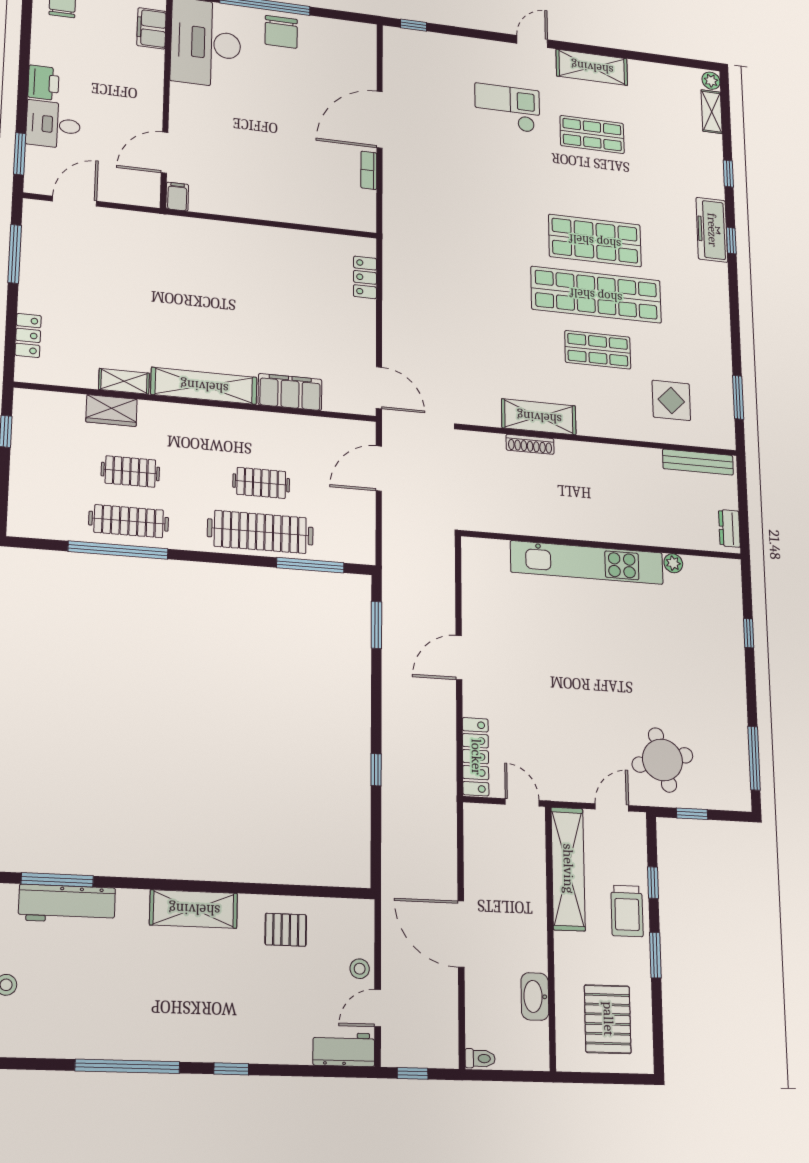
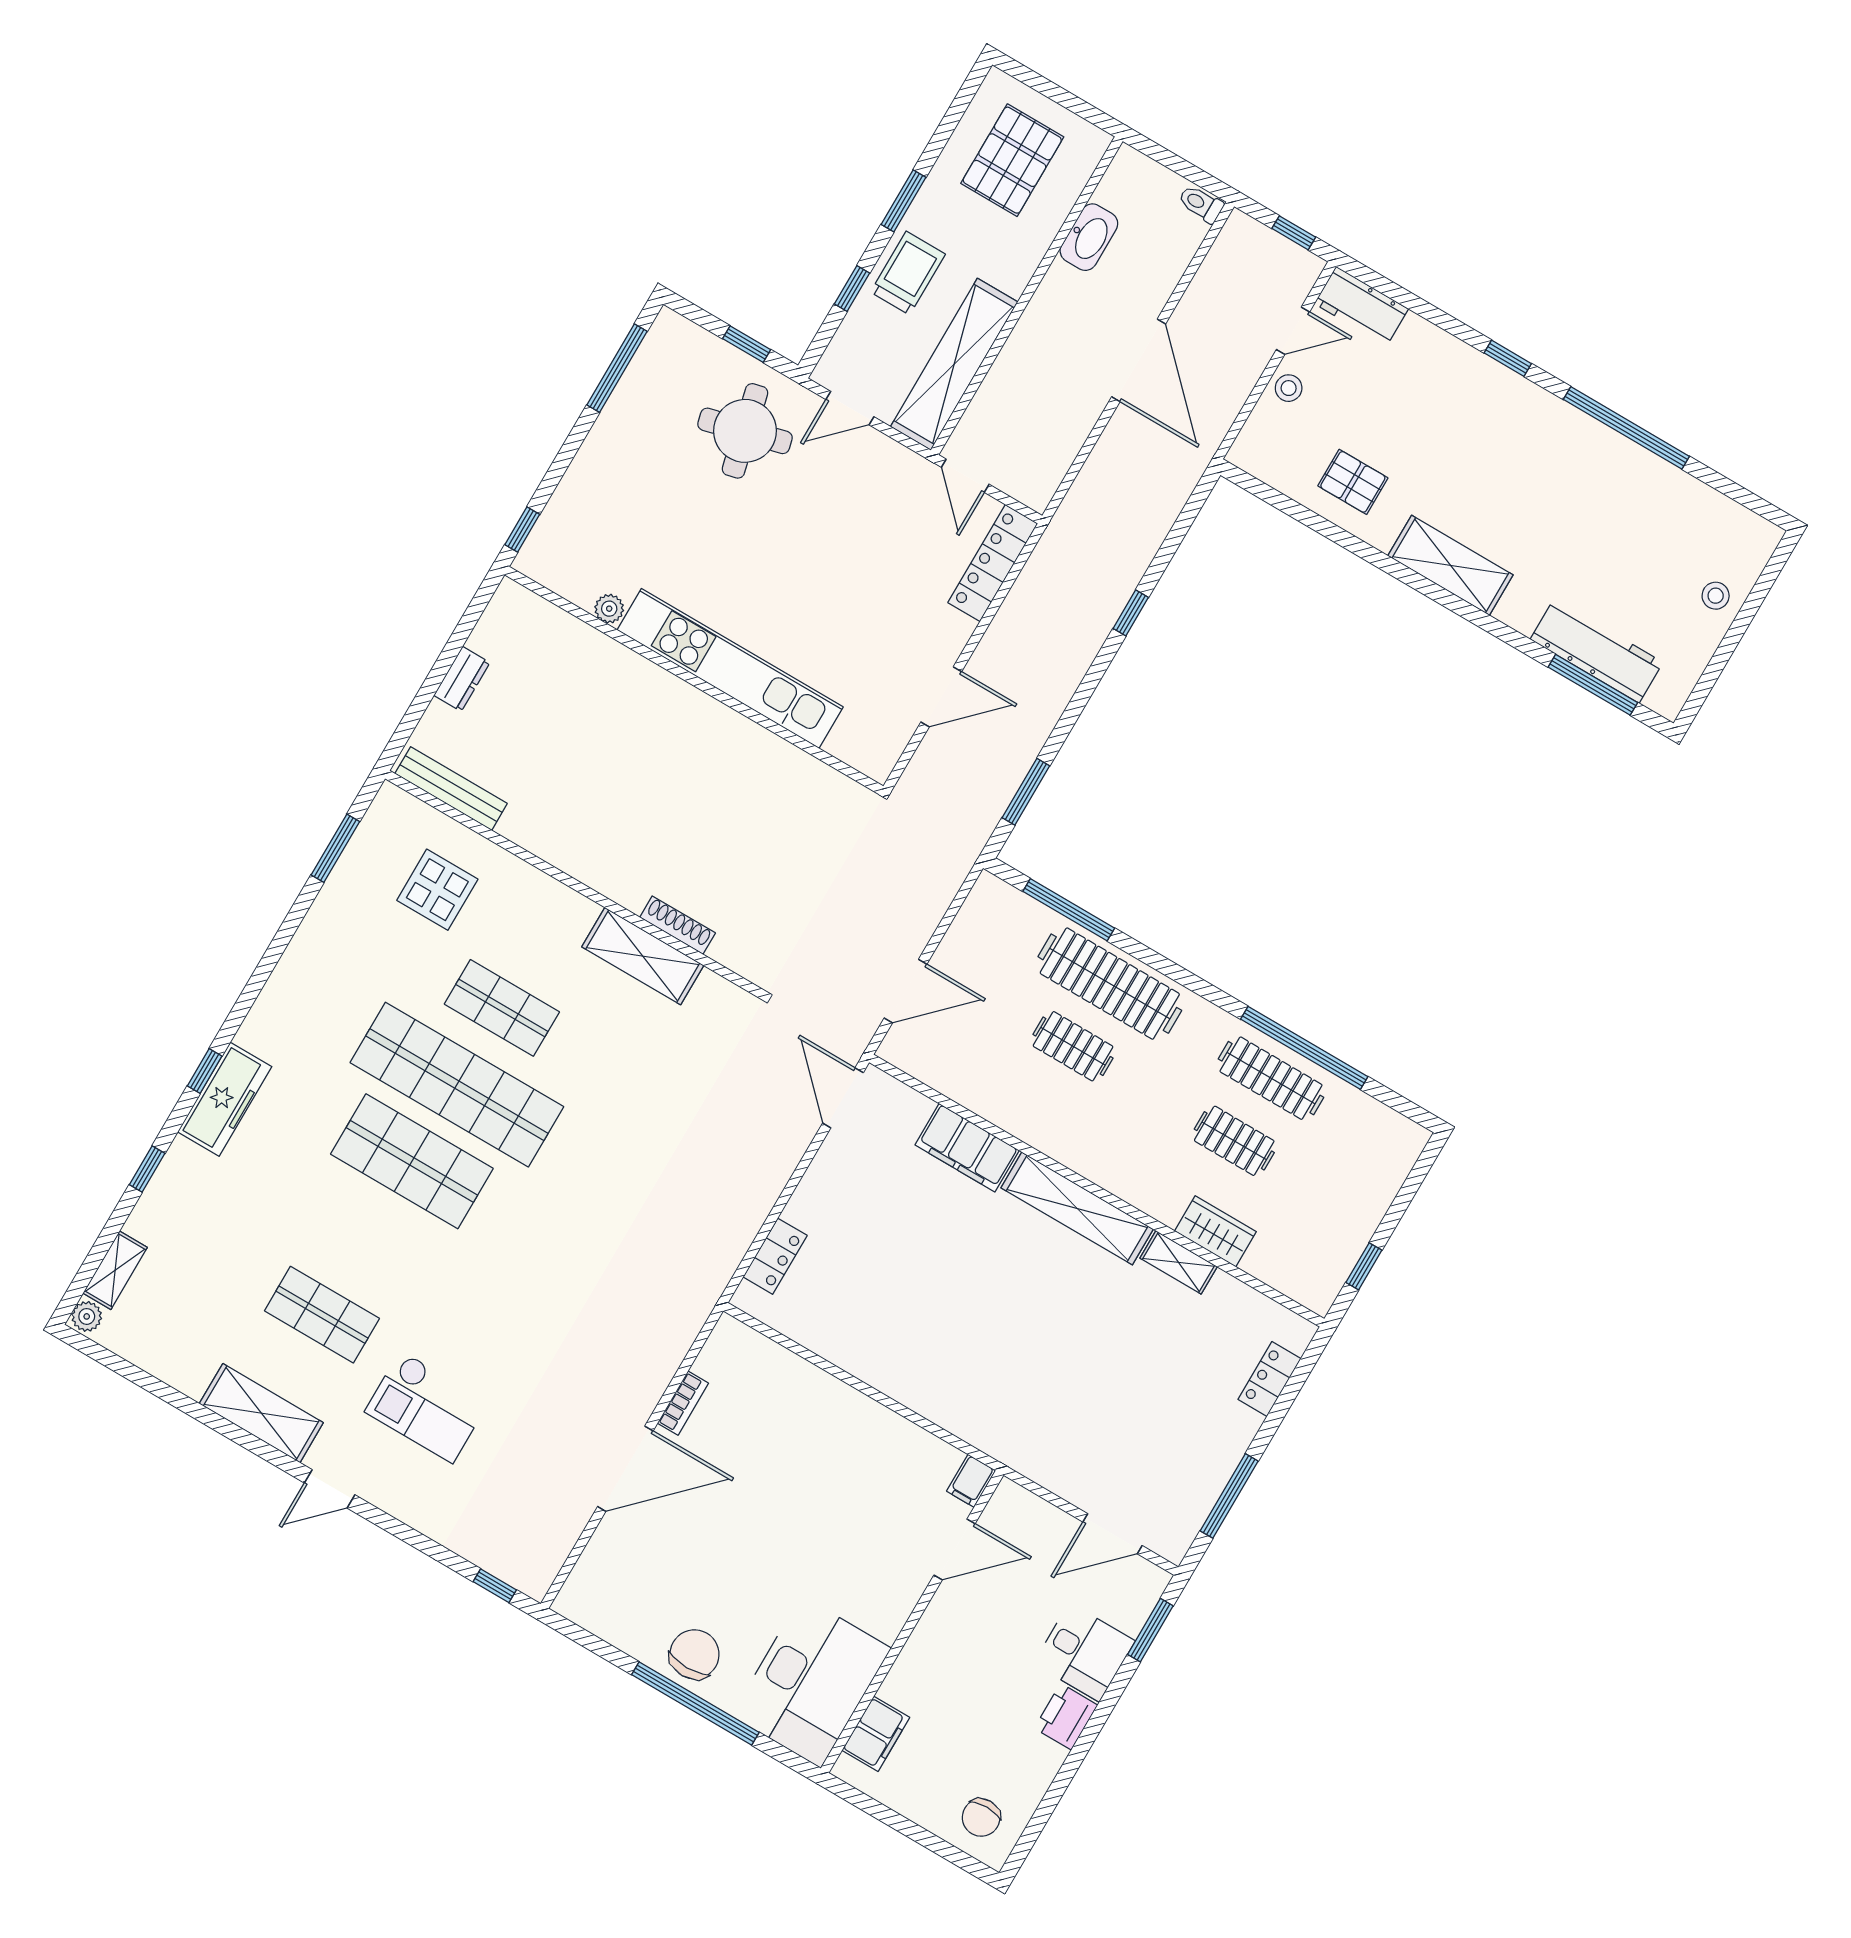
wall: (603, 545) -> (694, 680), moved
kitchen unit: (587, 562) -> (730, 669), moved
plant: (673, 563) -> (609, 609), moved

